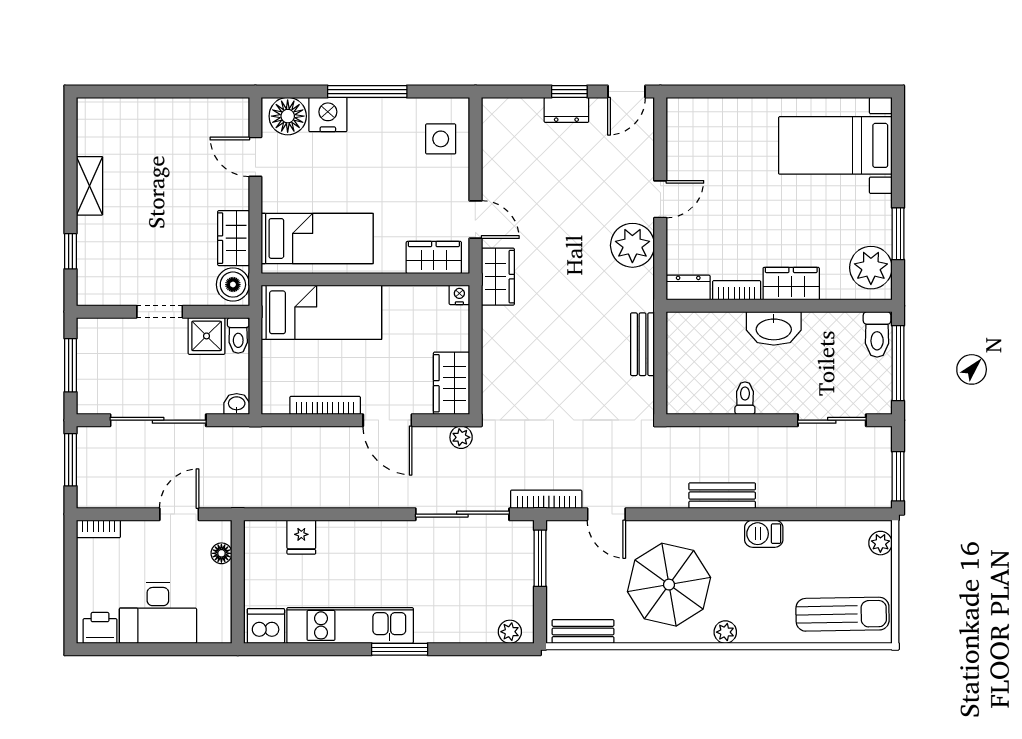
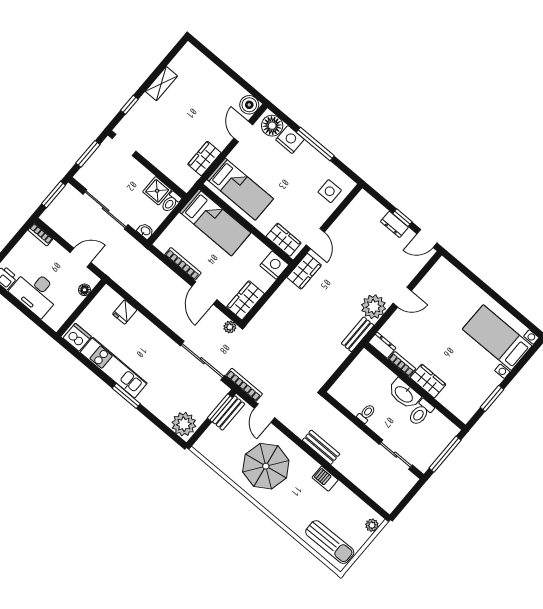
plant: (871, 268) -> (468, 403), removed
boiler: (233, 285) -> (249, 105), moved
nightstand: (459, 295) -> (274, 265), width x1.89, depth x1.79
doorway: (160, 312) -> (124, 145), moved
toilet: (877, 334) -> (421, 412), moved
bench: (643, 344) -> (358, 334), moved
window: (898, 476) -> (404, 503), removed
bench: (583, 631) -> (229, 413), moved, turned 90
plant: (510, 632) -> (184, 424), width x1.87, depth x1.87
plant: (725, 632) -> (273, 507), removed

